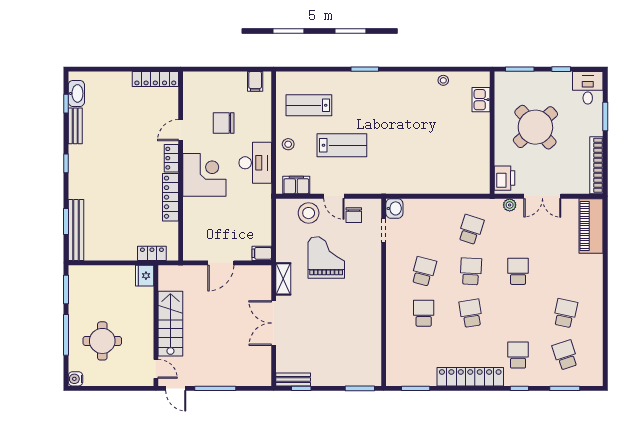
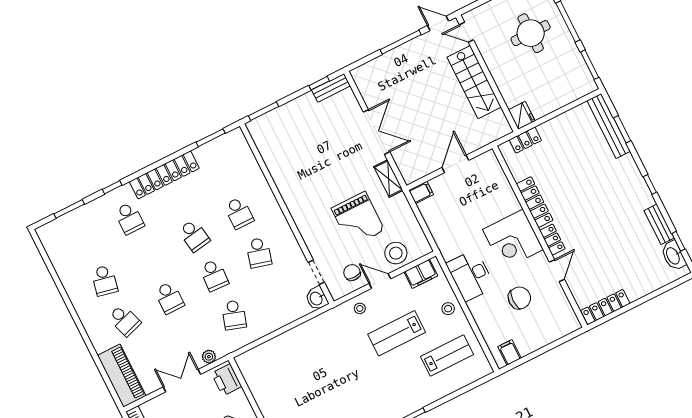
stool: (362, 182) -> (360, 308), added
school desk: (565, 355) -> (124, 320), moved

